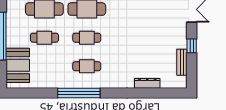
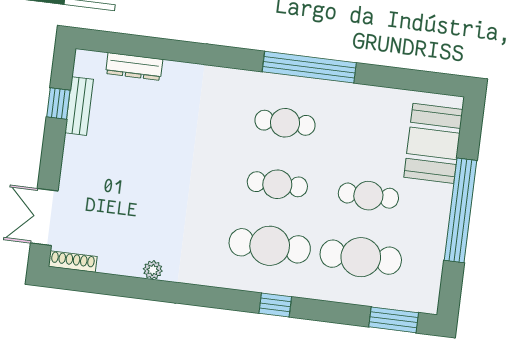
window: (192, 46) -> (58, 104), moved
dresser: (147, 83) -> (134, 66), moved

